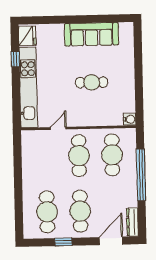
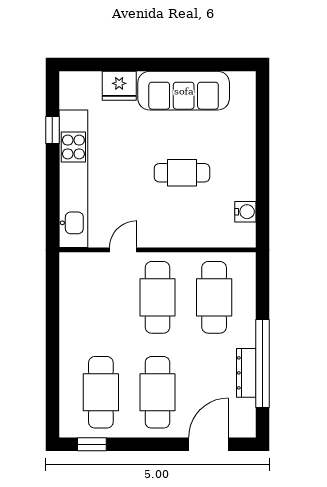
fridge: (27, 36) -> (119, 86), moved, turned 90
water cooler: (130, 119) -> (245, 212), moved
window: (141, 175) -> (262, 364), moved
dresser: (132, 222) -> (246, 373), moved
window: (63, 242) -> (92, 444), moved

